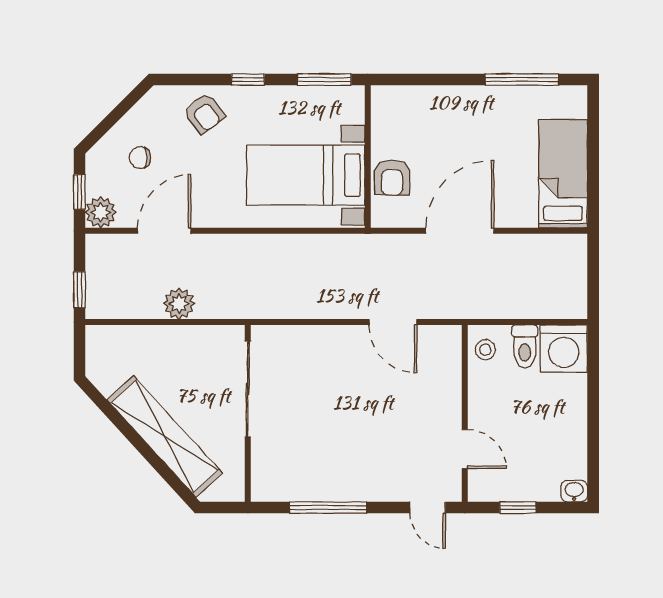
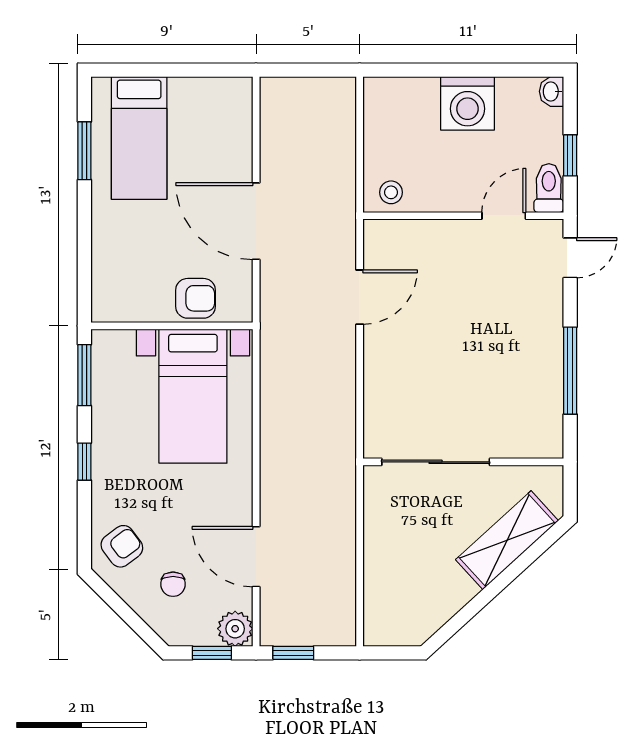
window: (522, 80) -> (84, 151), width x0.69
armchair: (204, 113) -> (122, 546), moved
bed: (563, 174) -> (139, 138), moved, turned -90
window: (79, 290) -> (293, 653), moved
plant: (179, 304) -> (339, 540), removed
toilet: (525, 346) -> (549, 188), moved, turned -90
washing machine: (564, 349) -> (468, 103), moved, turned 90
shelving: (165, 436) -> (507, 540), width x0.68

